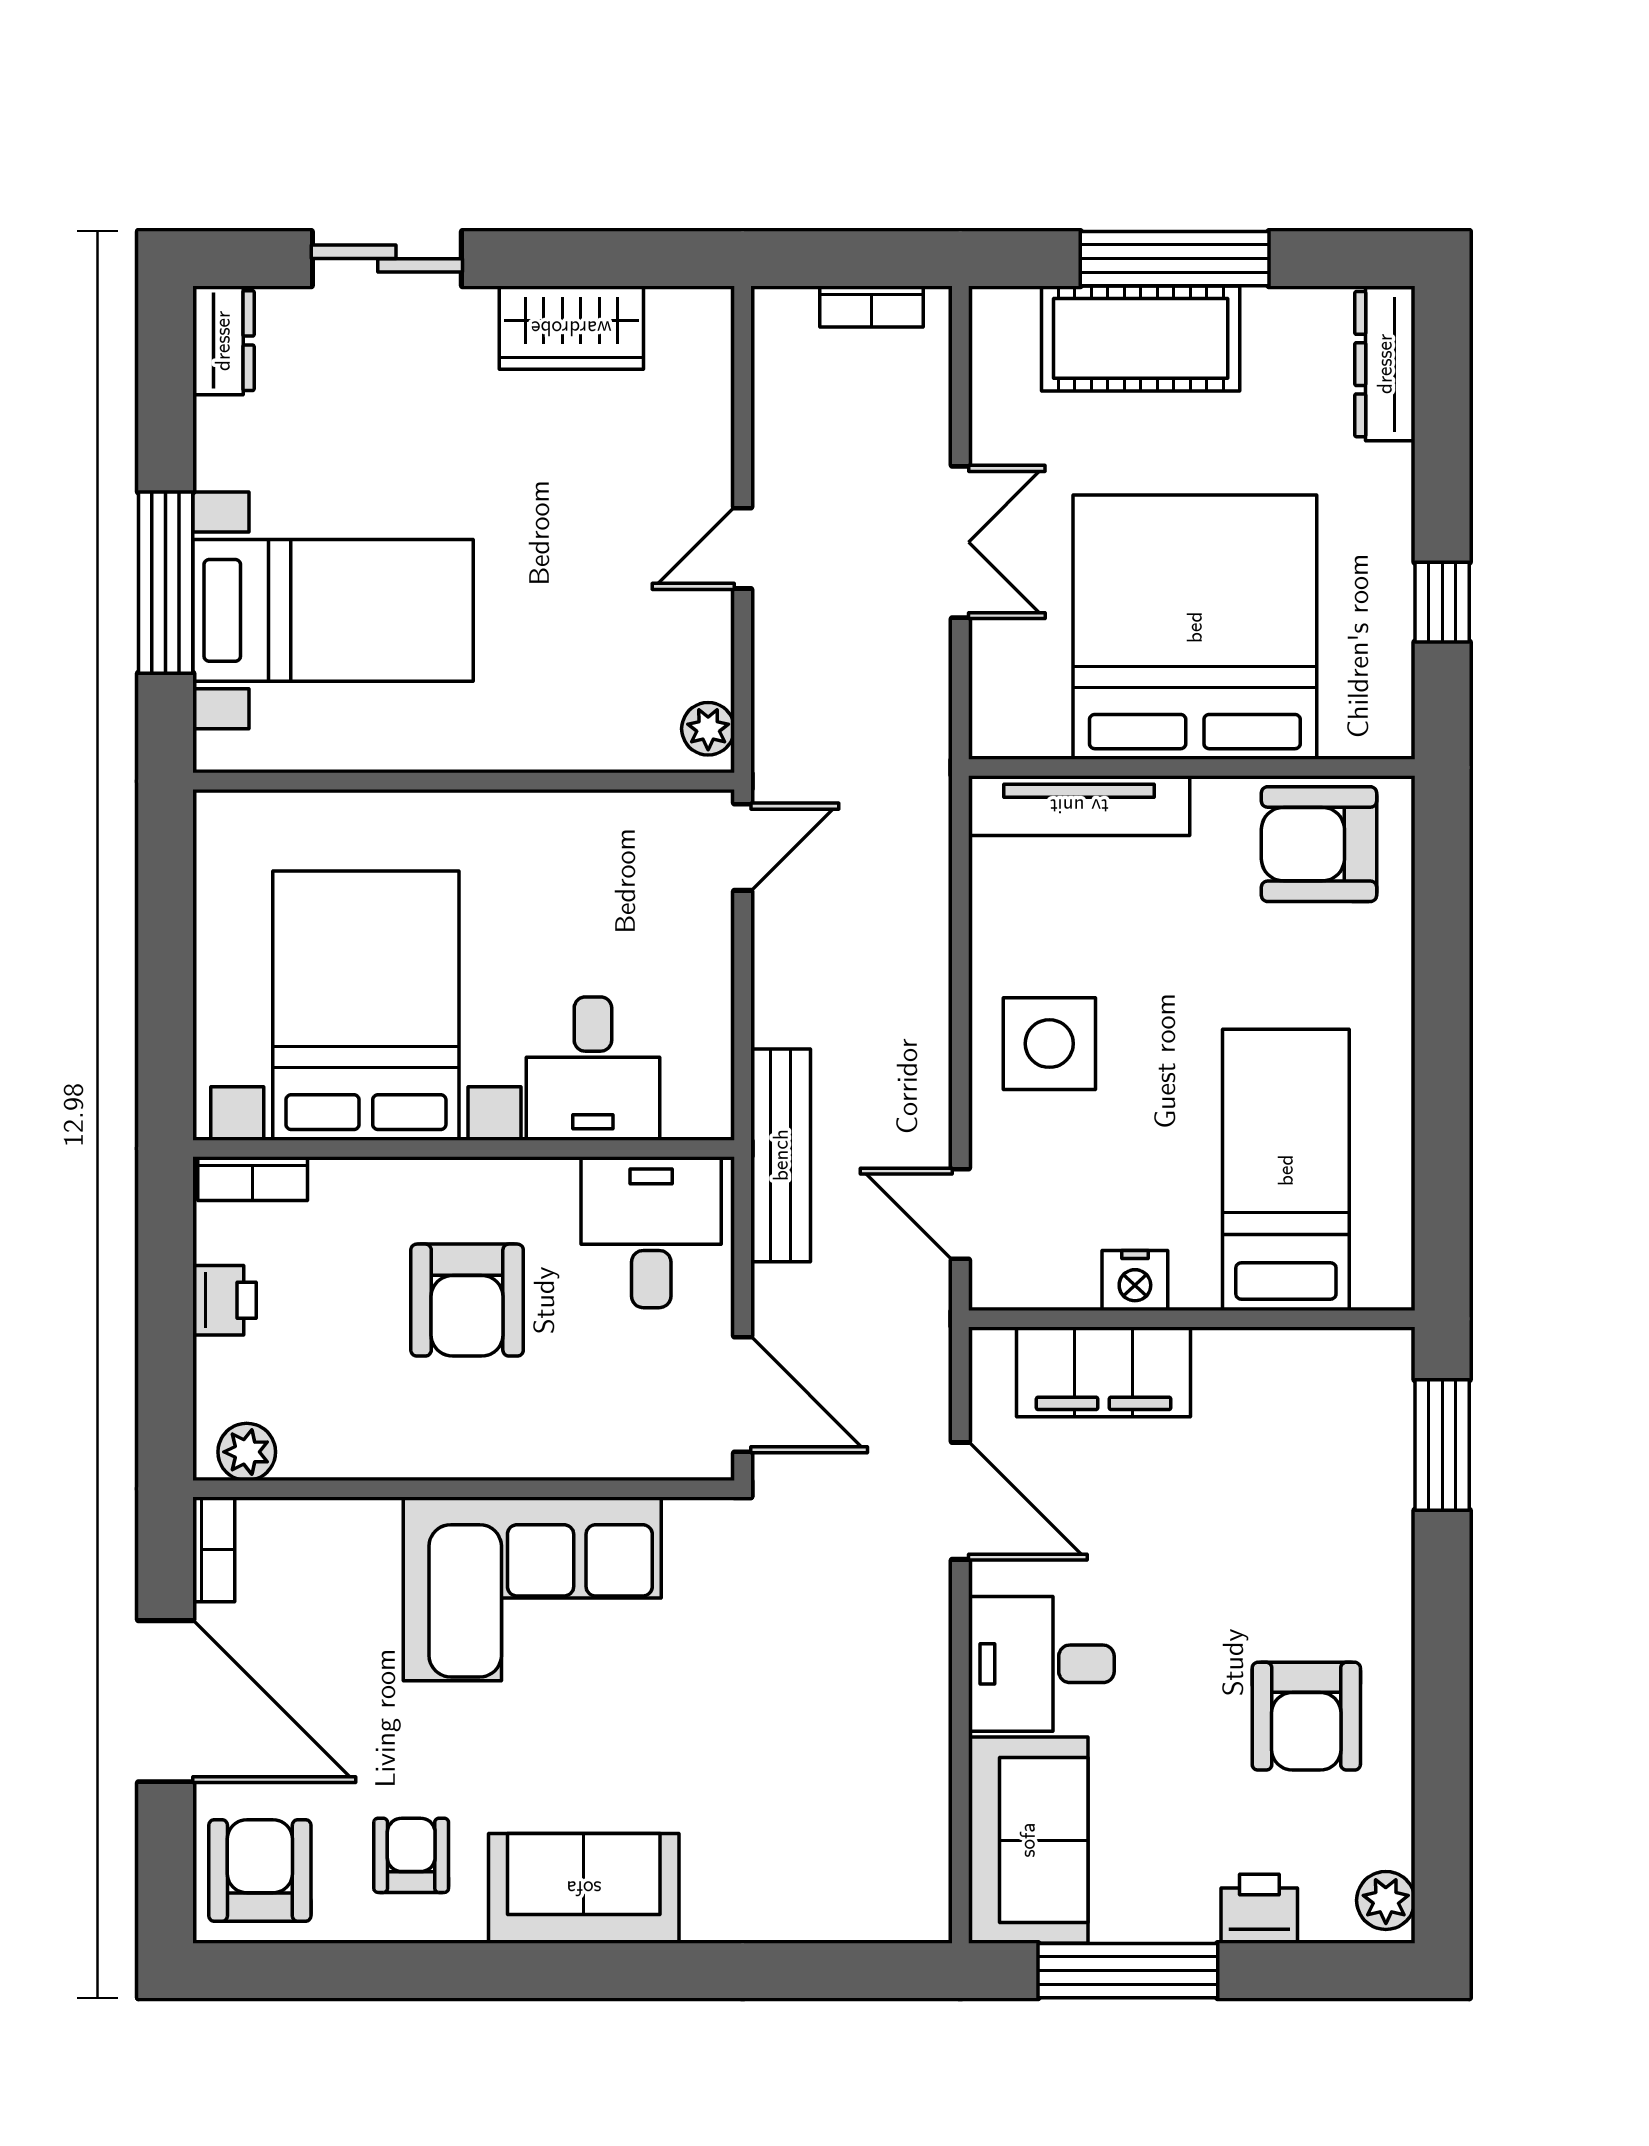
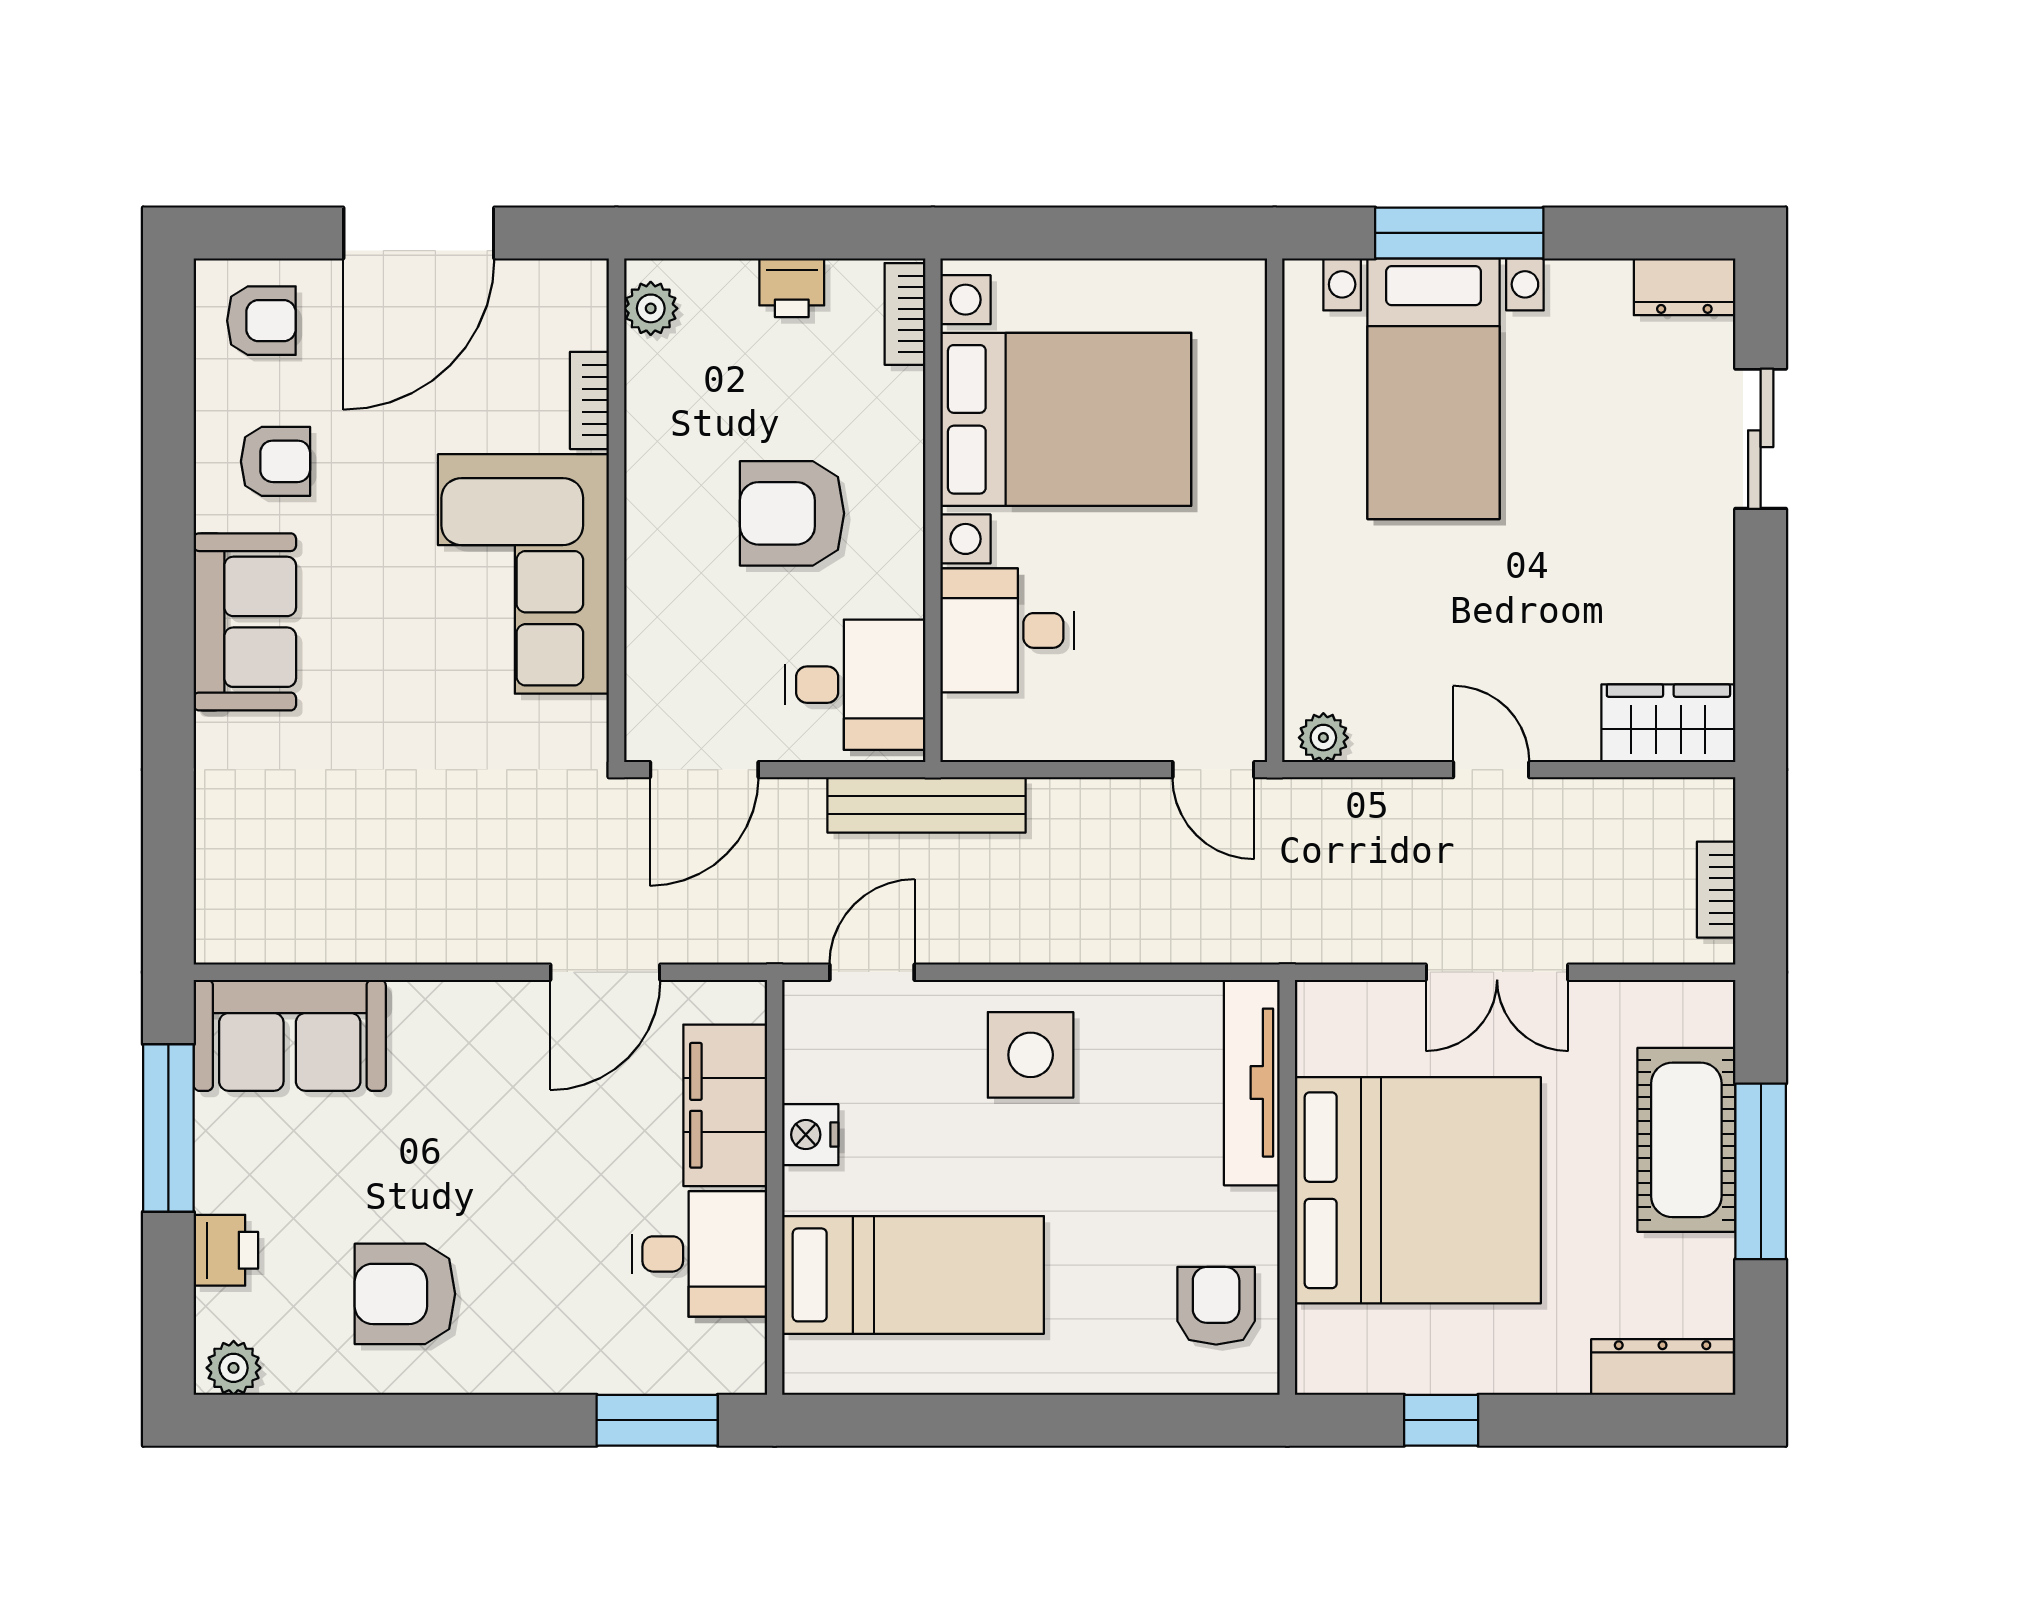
wardrobe: (571, 328) -> (1668, 723), moved, turned 90
armchair: (1319, 844) -> (1216, 1306), width x0.72, depth x0.72
bookcase: (214, 1550) -> (589, 400), moved, turned 90
desk: (1041, 1664) -> (699, 1254), moved, turned 90
armchair: (260, 1871) -> (261, 321), width x0.72, depth x0.72

